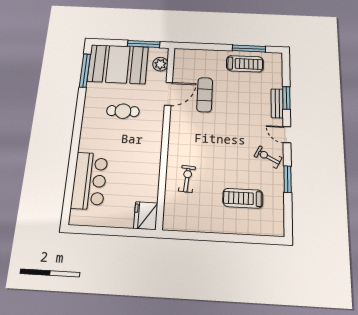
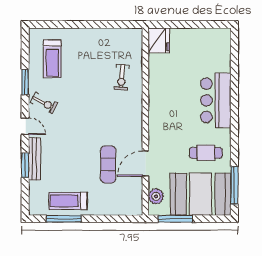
bench: (277, 103) -> (34, 159), width x1.36
cafe table: (123, 111) -> (206, 153), moved
bar counter: (89, 181) -> (216, 100), moved
treadmill: (243, 198) -> (52, 59), moved, turned 90

